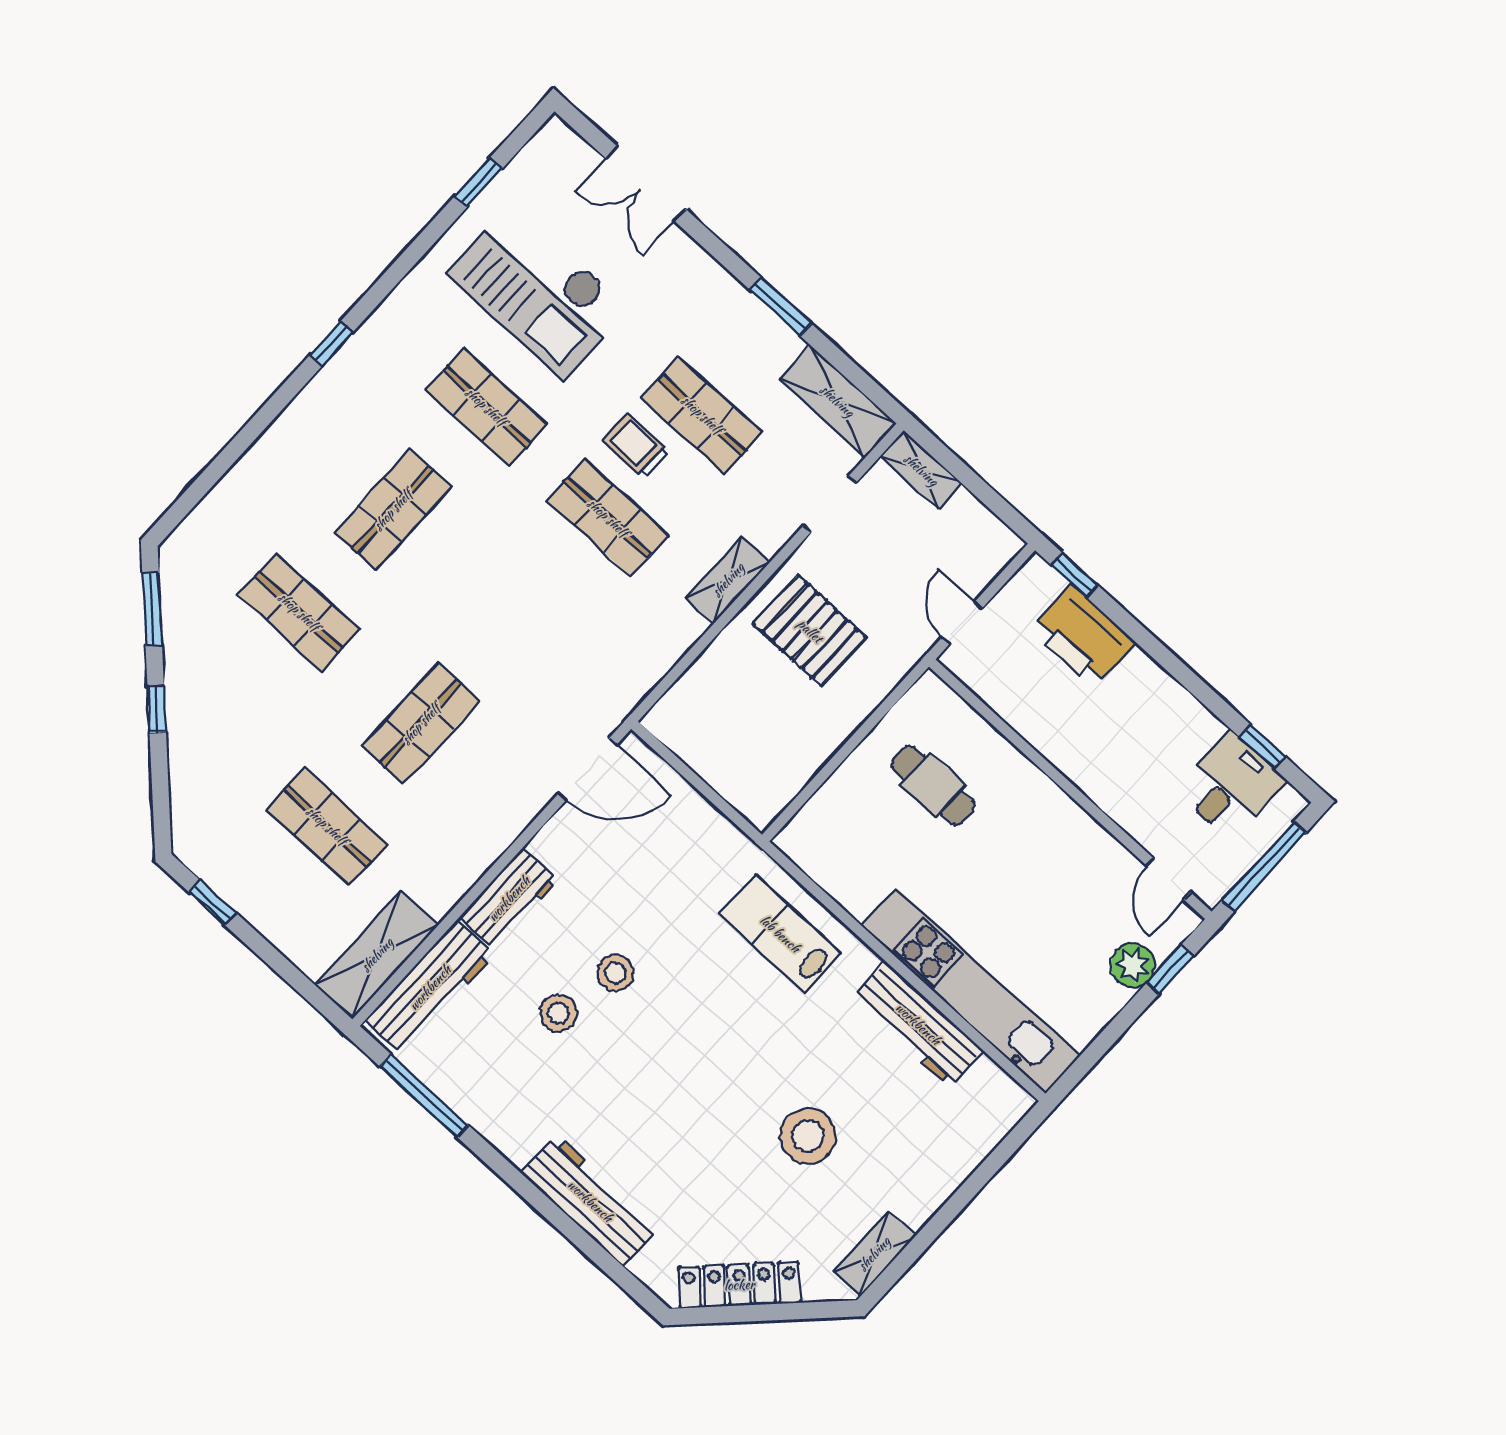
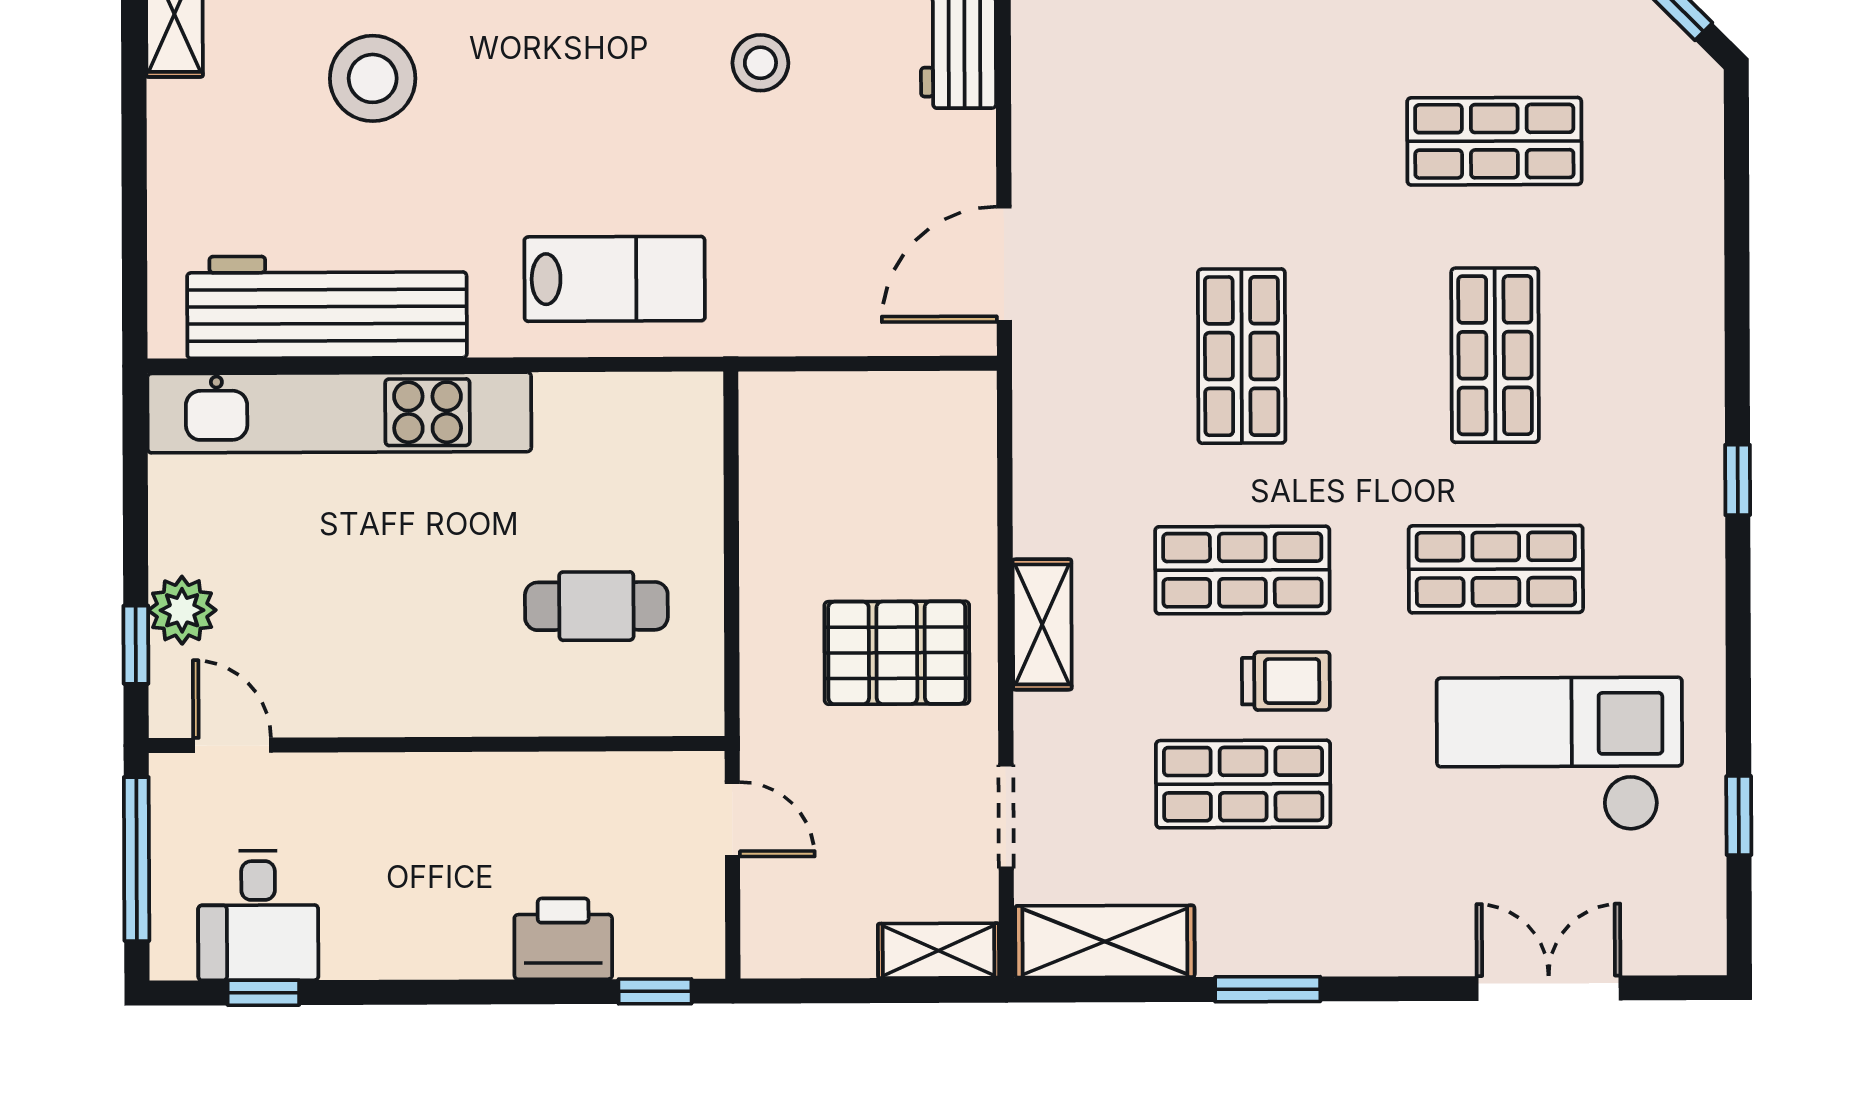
printer: (1083, 636) -> (563, 939), width x0.73, depth x0.84
shop shelf: (421, 724) -> (1242, 356), moved
workbench: (918, 1024) -> (327, 307), width x1.36, depth x1.32

